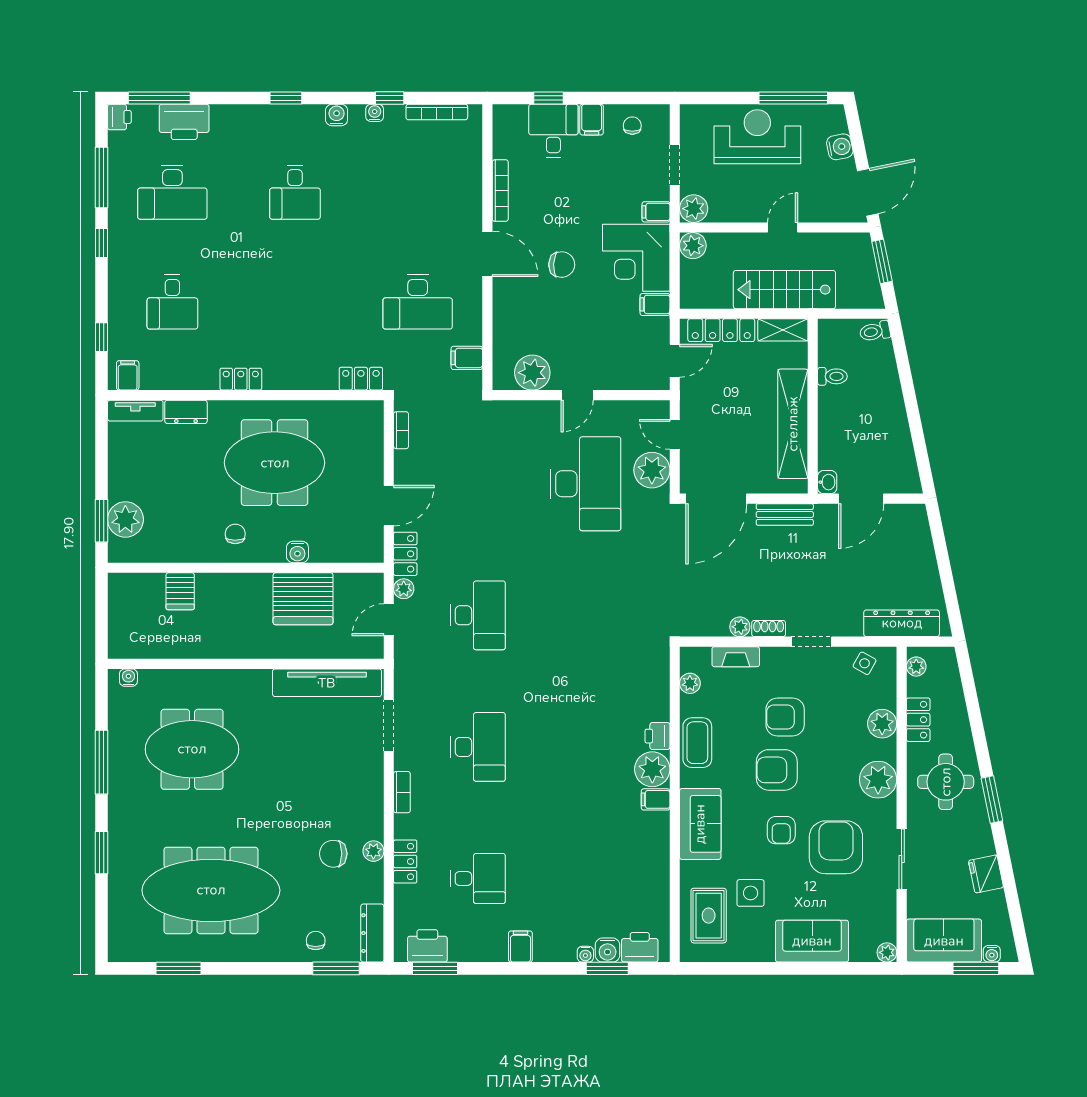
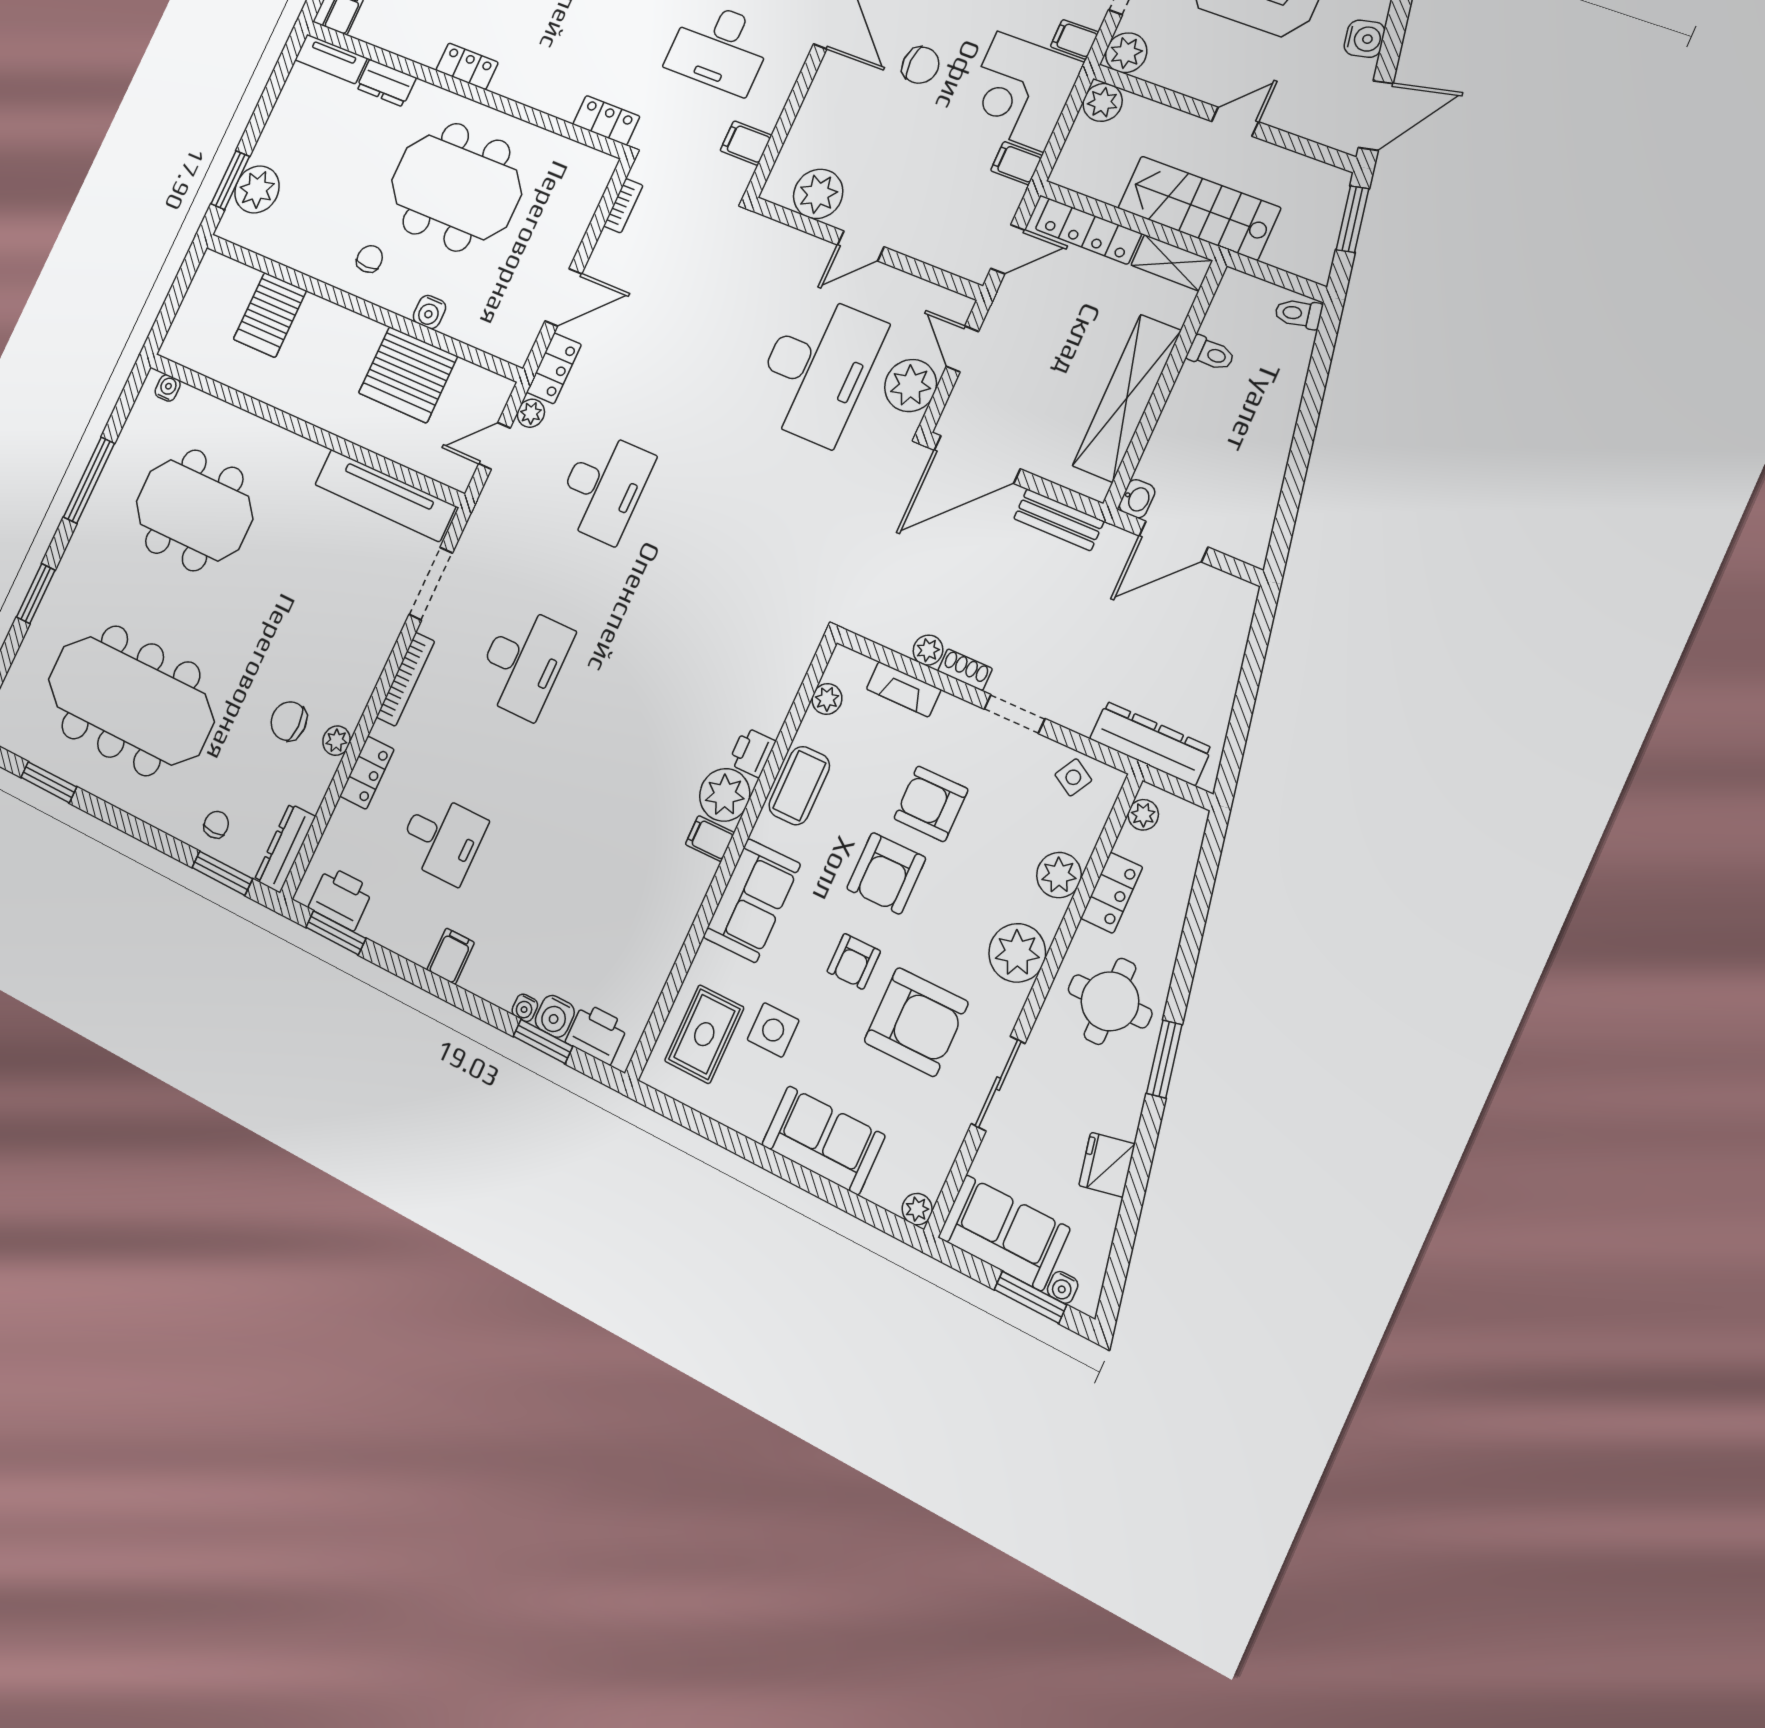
server rack: (180, 591) -> (270, 315), width x1.36, depth x1.44
armchair: (777, 770) -> (886, 873), turned -90
bookcase: (402, 792) -> (405, 679), width x1.56
armchair: (836, 847) -> (916, 1022), turned 90

